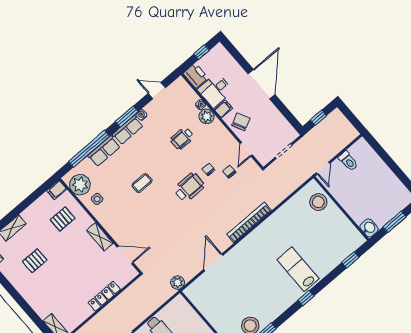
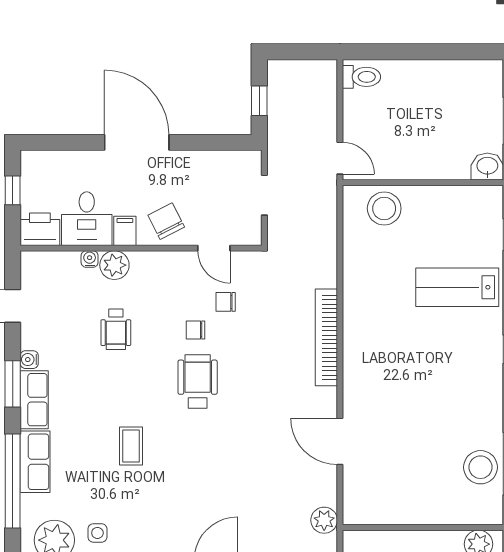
toilet: (348, 161) -> (361, 77), moved
lab bench: (298, 269) -> (457, 287), moved

